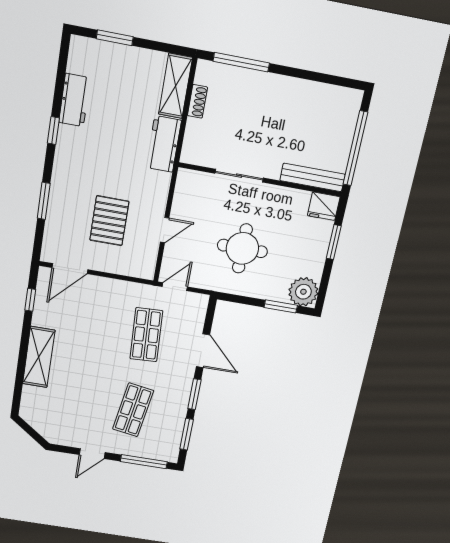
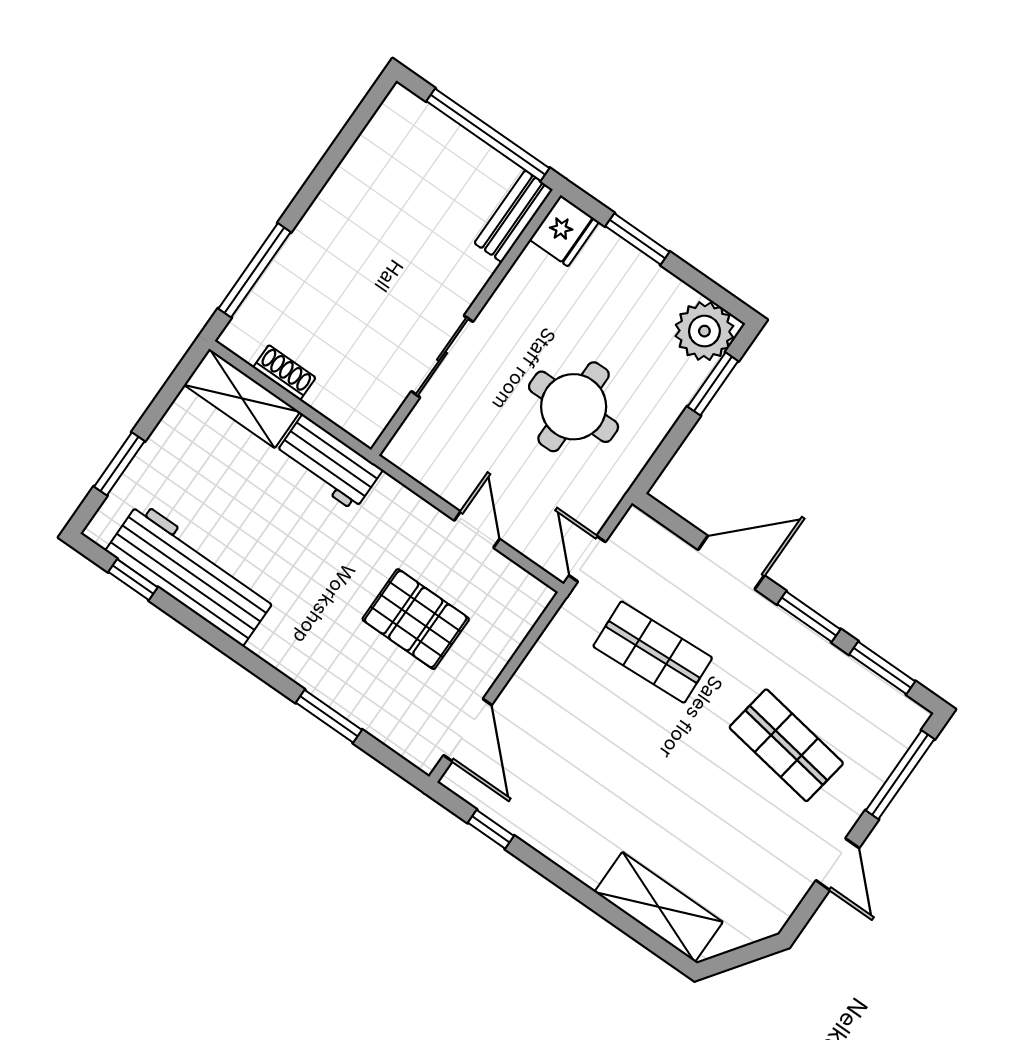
workbench: (74, 100) -> (191, 574), width x1.88, depth x1.32
window: (53, 131) -> (133, 580), moved
bench: (313, 177) -> (513, 216), width x0.73
shelving: (39, 357) -> (659, 907), moved

